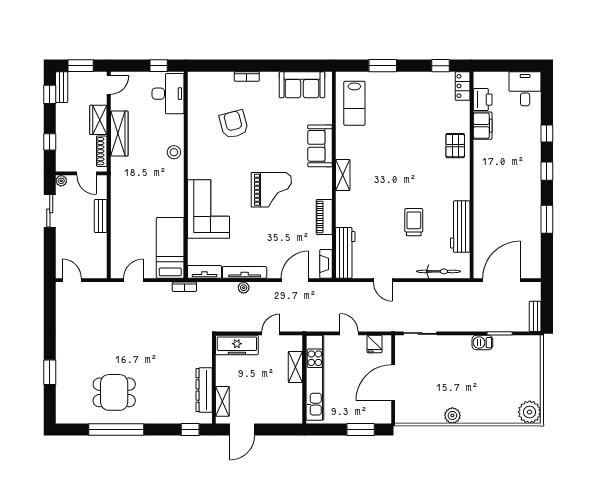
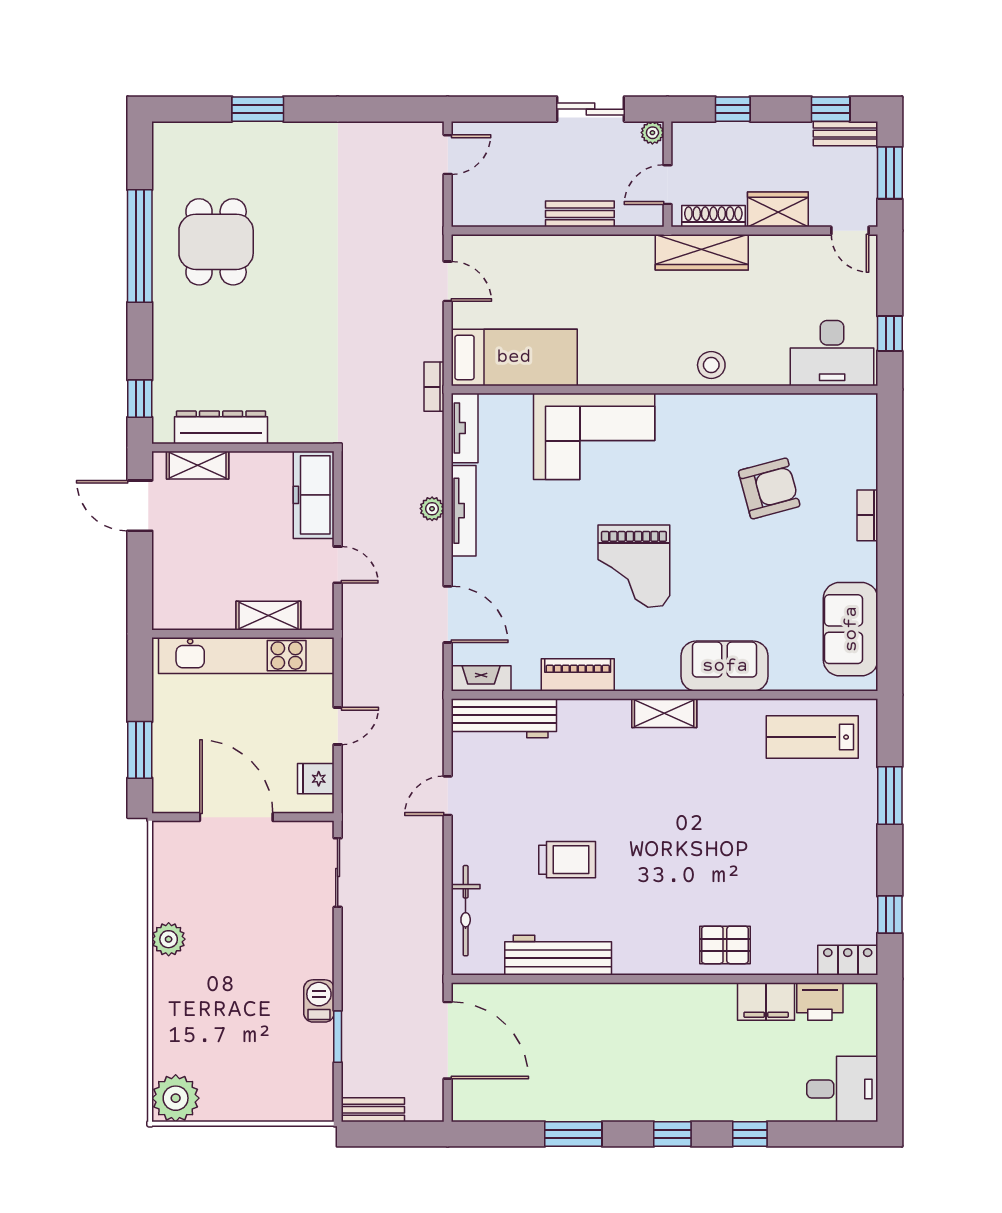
wardrobe: (119, 133) -> (702, 252), moved

